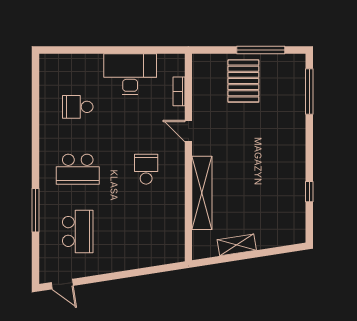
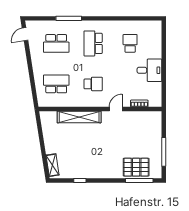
desk: (130, 74) -> (149, 70), width x0.73
pallet: (243, 81) -> (136, 167), moved
school desk: (146, 231) -> (56, 84), added
shelving: (237, 245) -> (53, 165), moved

